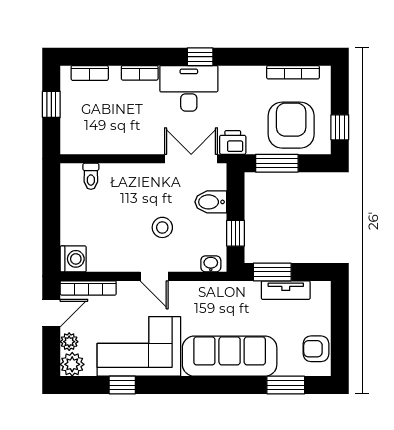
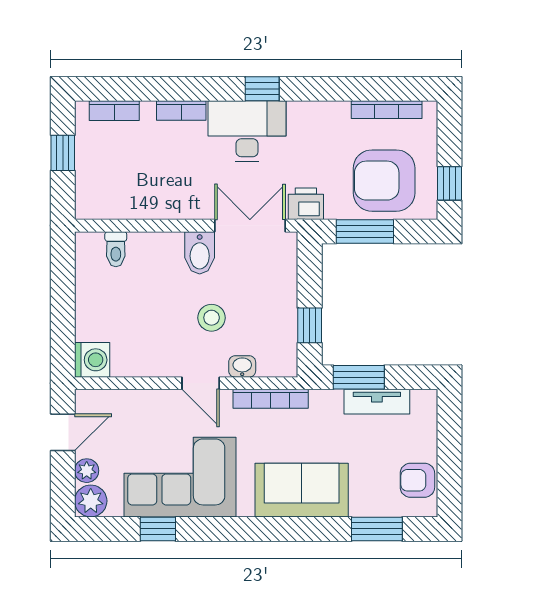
armchair: (291, 125) -> (384, 181), turned -90
bidet: (211, 202) -> (200, 253), moved, turned -90
washbasin: (211, 264) -> (242, 366), moved
bookcase: (88, 288) -> (271, 399), moved
sofa: (230, 356) -> (302, 490), width x0.73

